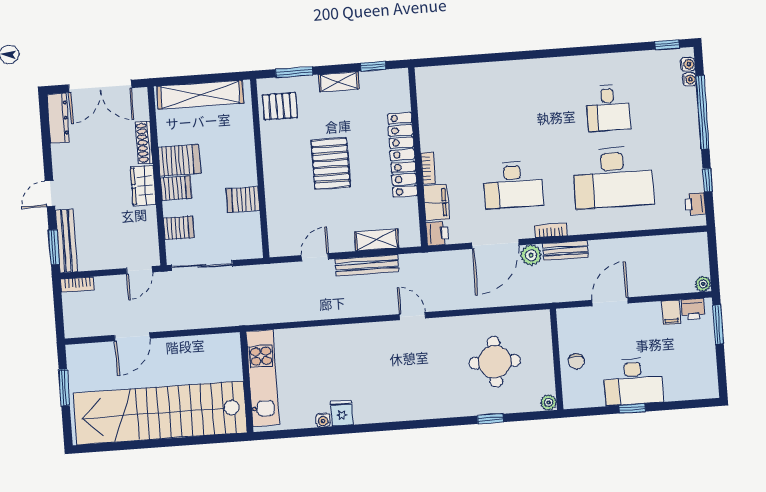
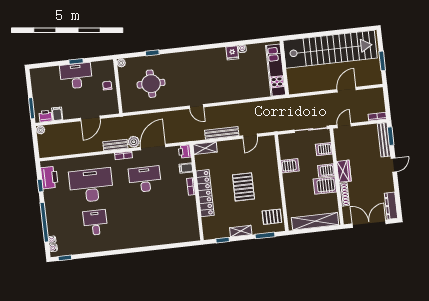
filing cabinet: (436, 203) -> (186, 168), width x0.50
printer: (695, 204) -> (49, 178), width x1.87, depth x1.48
shelving: (377, 240) -> (205, 148), moved

